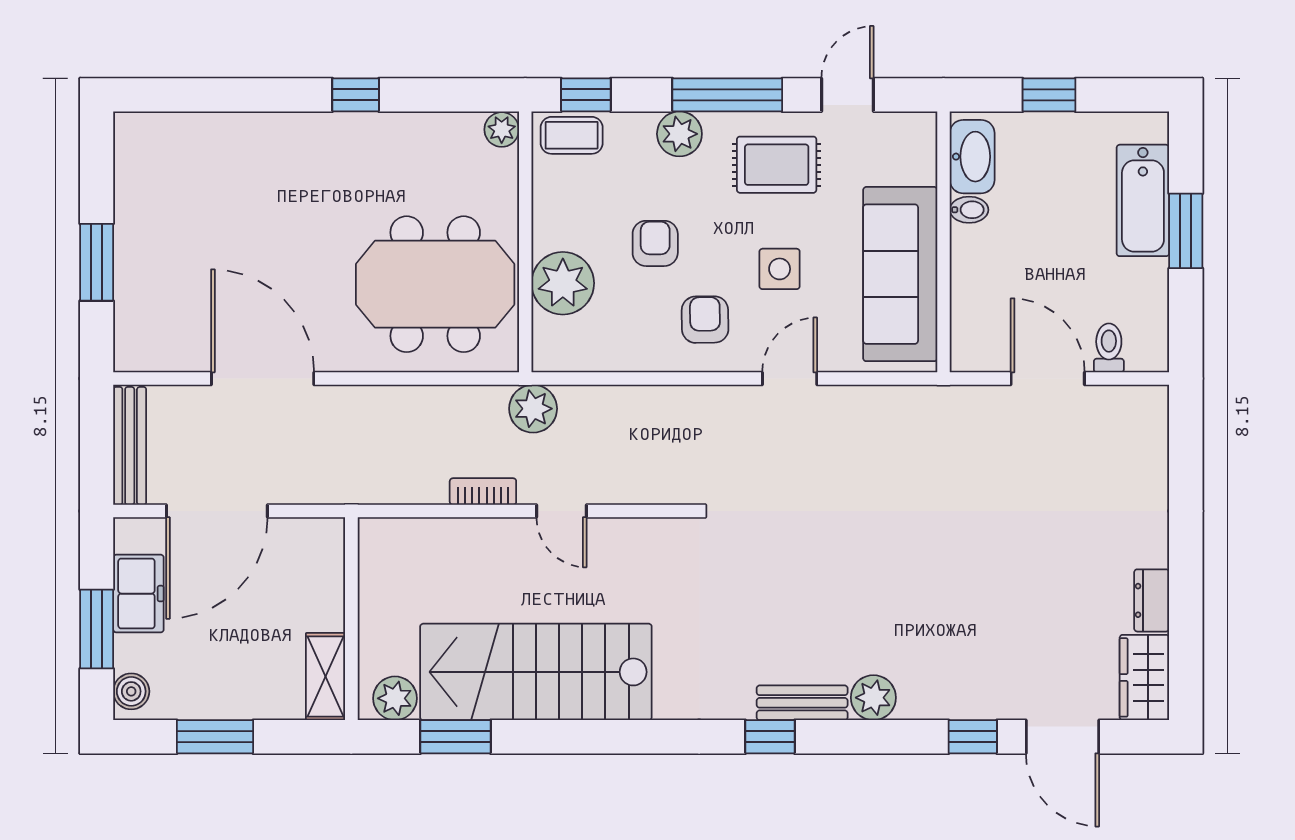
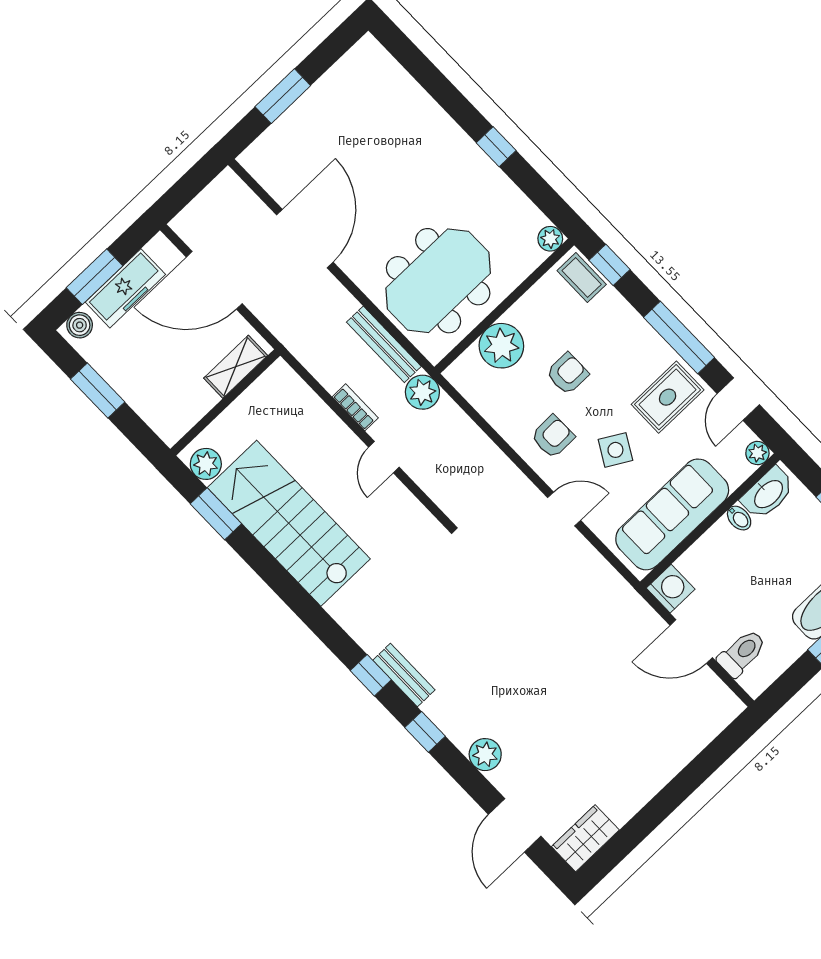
door: (847, 95) -> (738, 399), swing flipped
plant: (679, 134) -> (757, 453), moved, width x0.73, depth x0.73
rug: (777, 165) -> (668, 397), turned 90
side table: (780, 269) -> (615, 450), turned 30
meeting table: (435, 284) -> (438, 281), turned 90
washing machine: (974, 348) -> (671, 589), added
toilet: (1109, 348) -> (742, 653), width x1.37, depth x1.39
door: (1048, 379) -> (691, 641), swing flipped
bench: (130, 446) -> (384, 344), moved, turned 90
freezer: (138, 594) -> (125, 288), width x1.40
dresser: (1152, 600) -> (628, 804), removed
shelving: (325, 676) -> (236, 367), moved
plant: (873, 698) -> (485, 755), moved
window: (973, 737) -> (425, 732), moved

